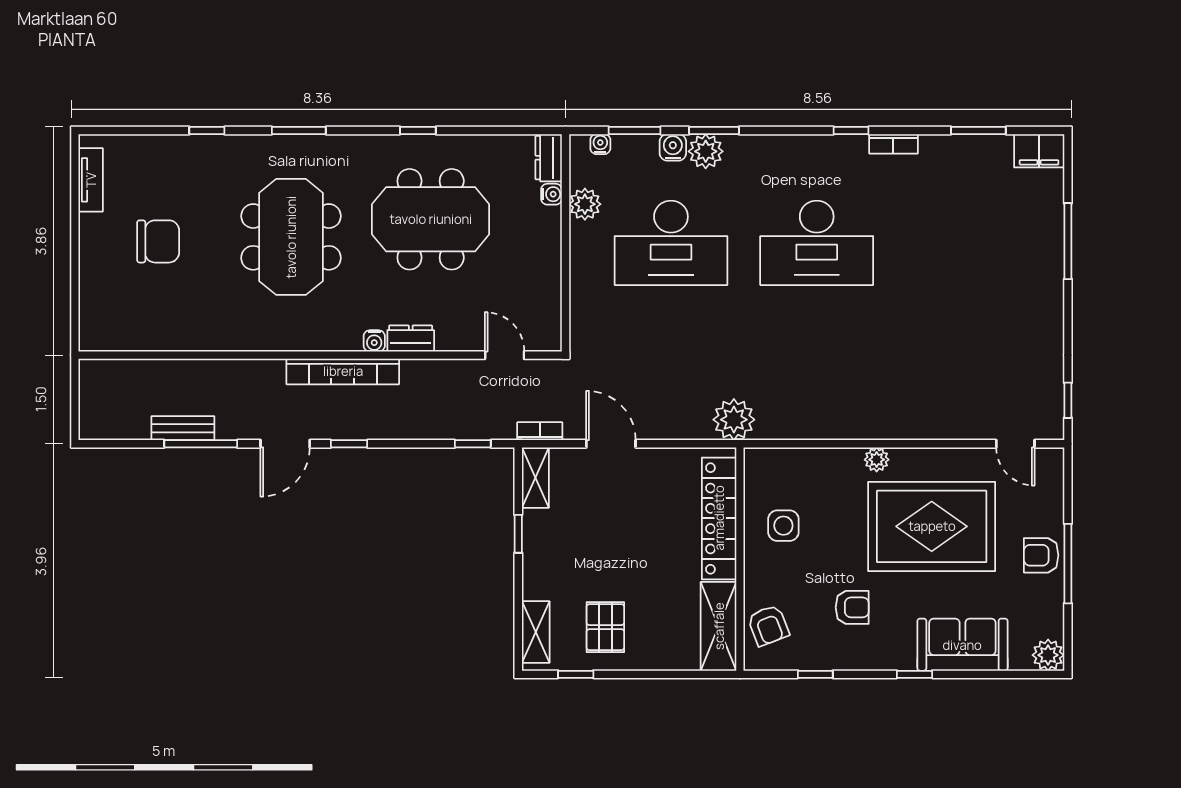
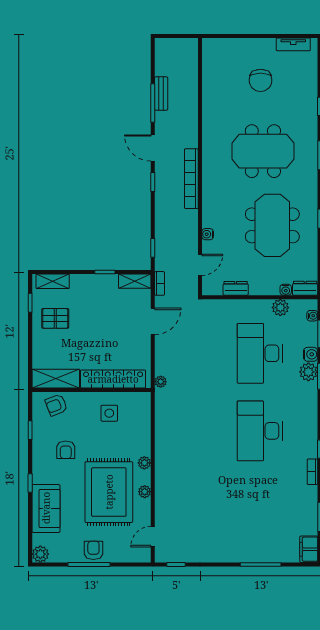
dresser: (411, 338) -> (236, 288), moved, turned -90
water cooler: (374, 341) -> (208, 234), moved
plant: (734, 420) -> (161, 382), width x0.53, depth x0.53
plant: (931, 459) -> (145, 492), added

